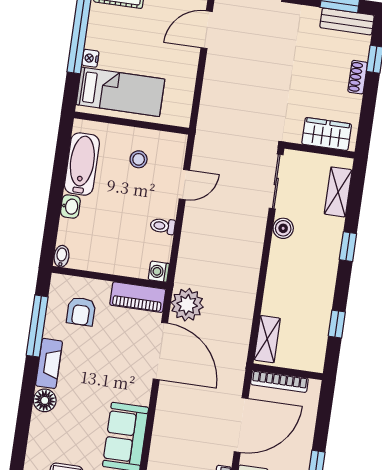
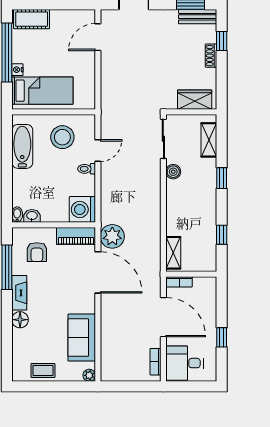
stool: (139, 159) -> (62, 137), width x1.89, depth x1.89
washbasin: (70, 206) -> (32, 216), moved, turned -90
toilet: (163, 226) -> (87, 169), moved
washing machine: (159, 272) -> (82, 209), width x1.89, depth x1.89
bookcase: (279, 381) -> (179, 282), width x0.64
door: (241, 425) -> (163, 317), hinge flipped

